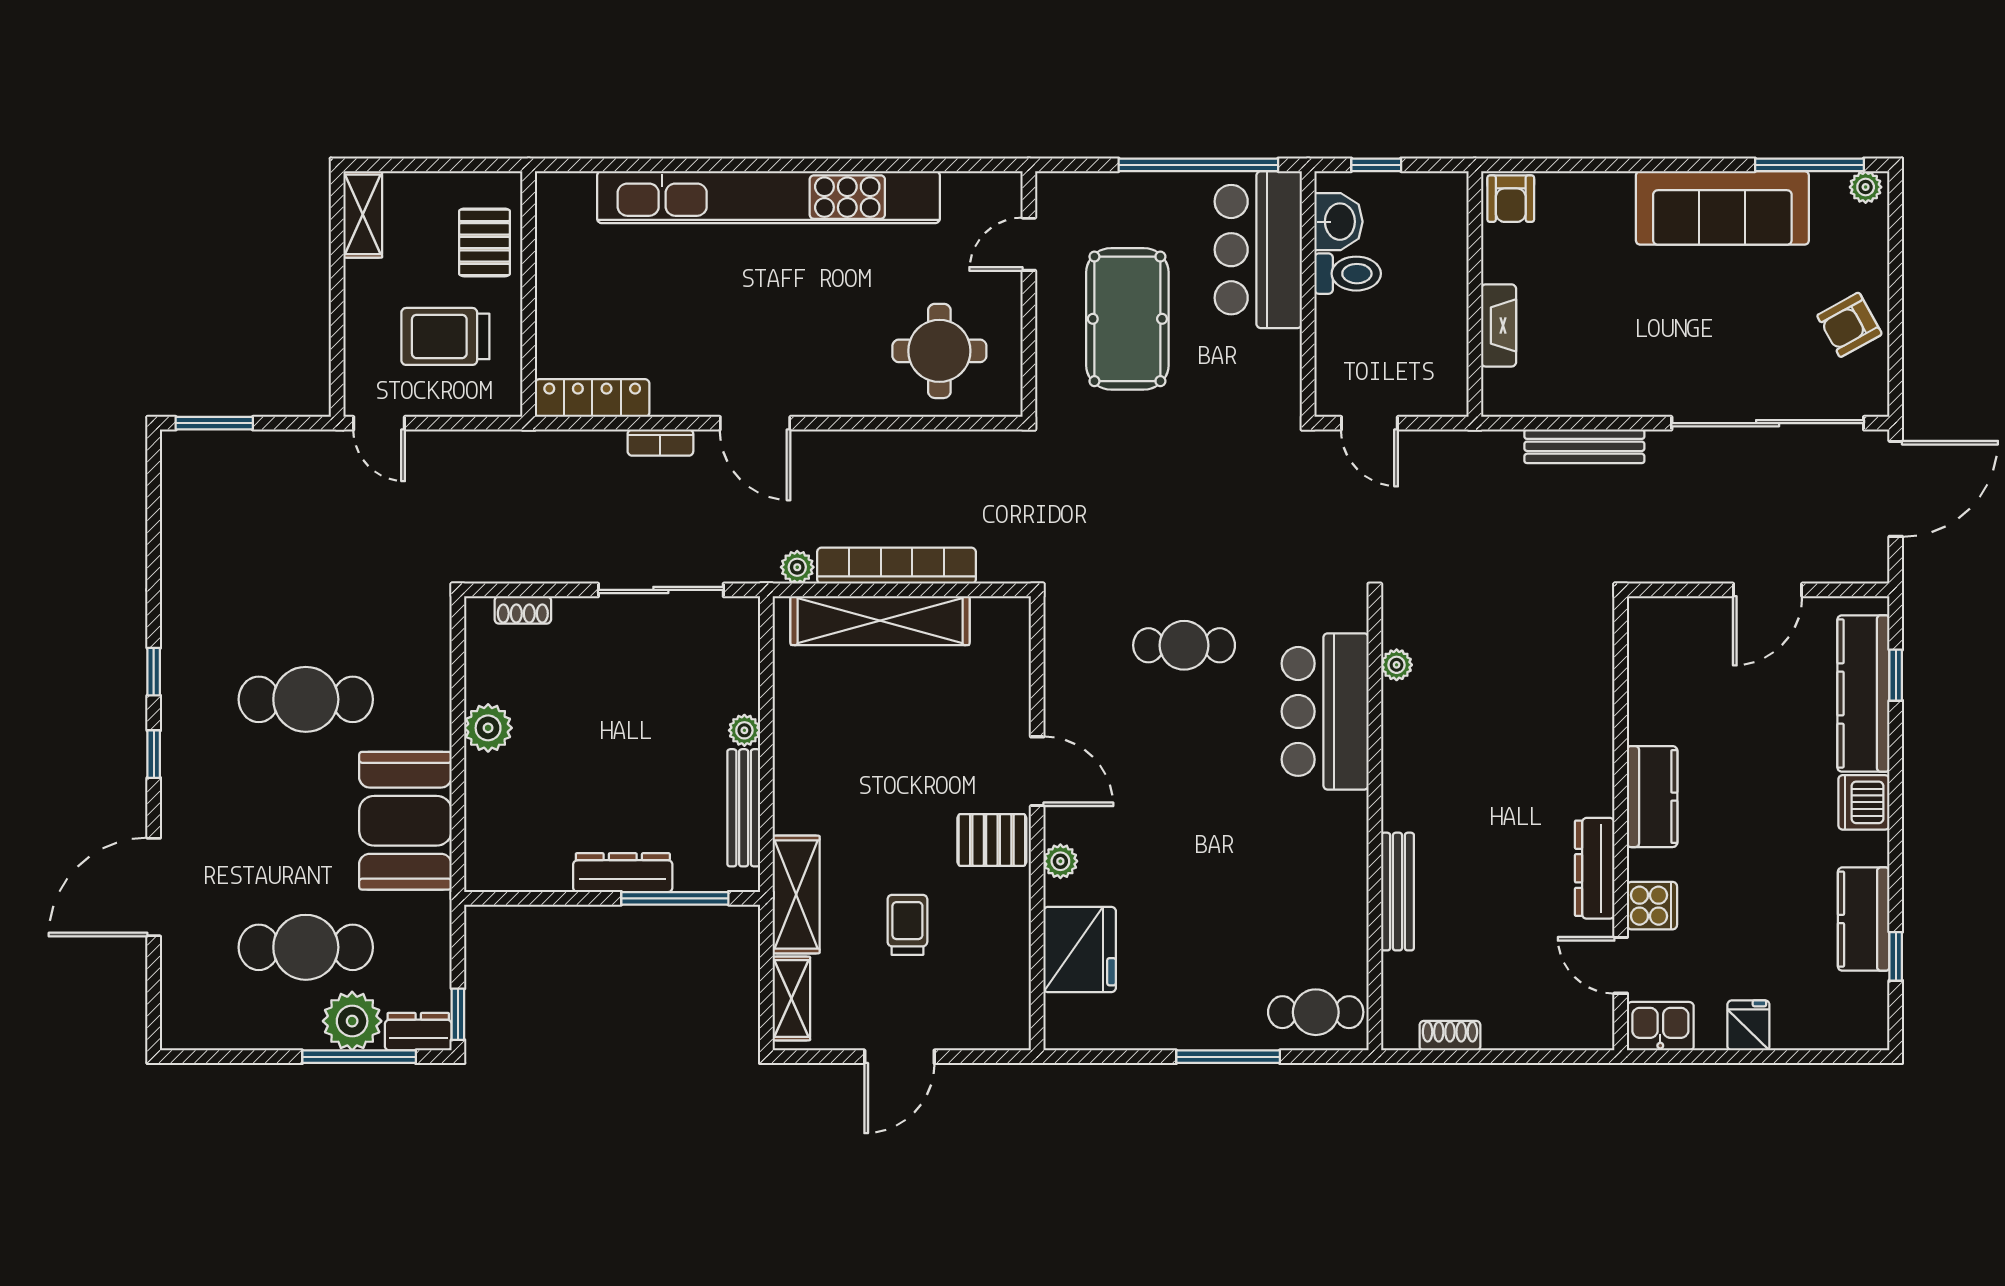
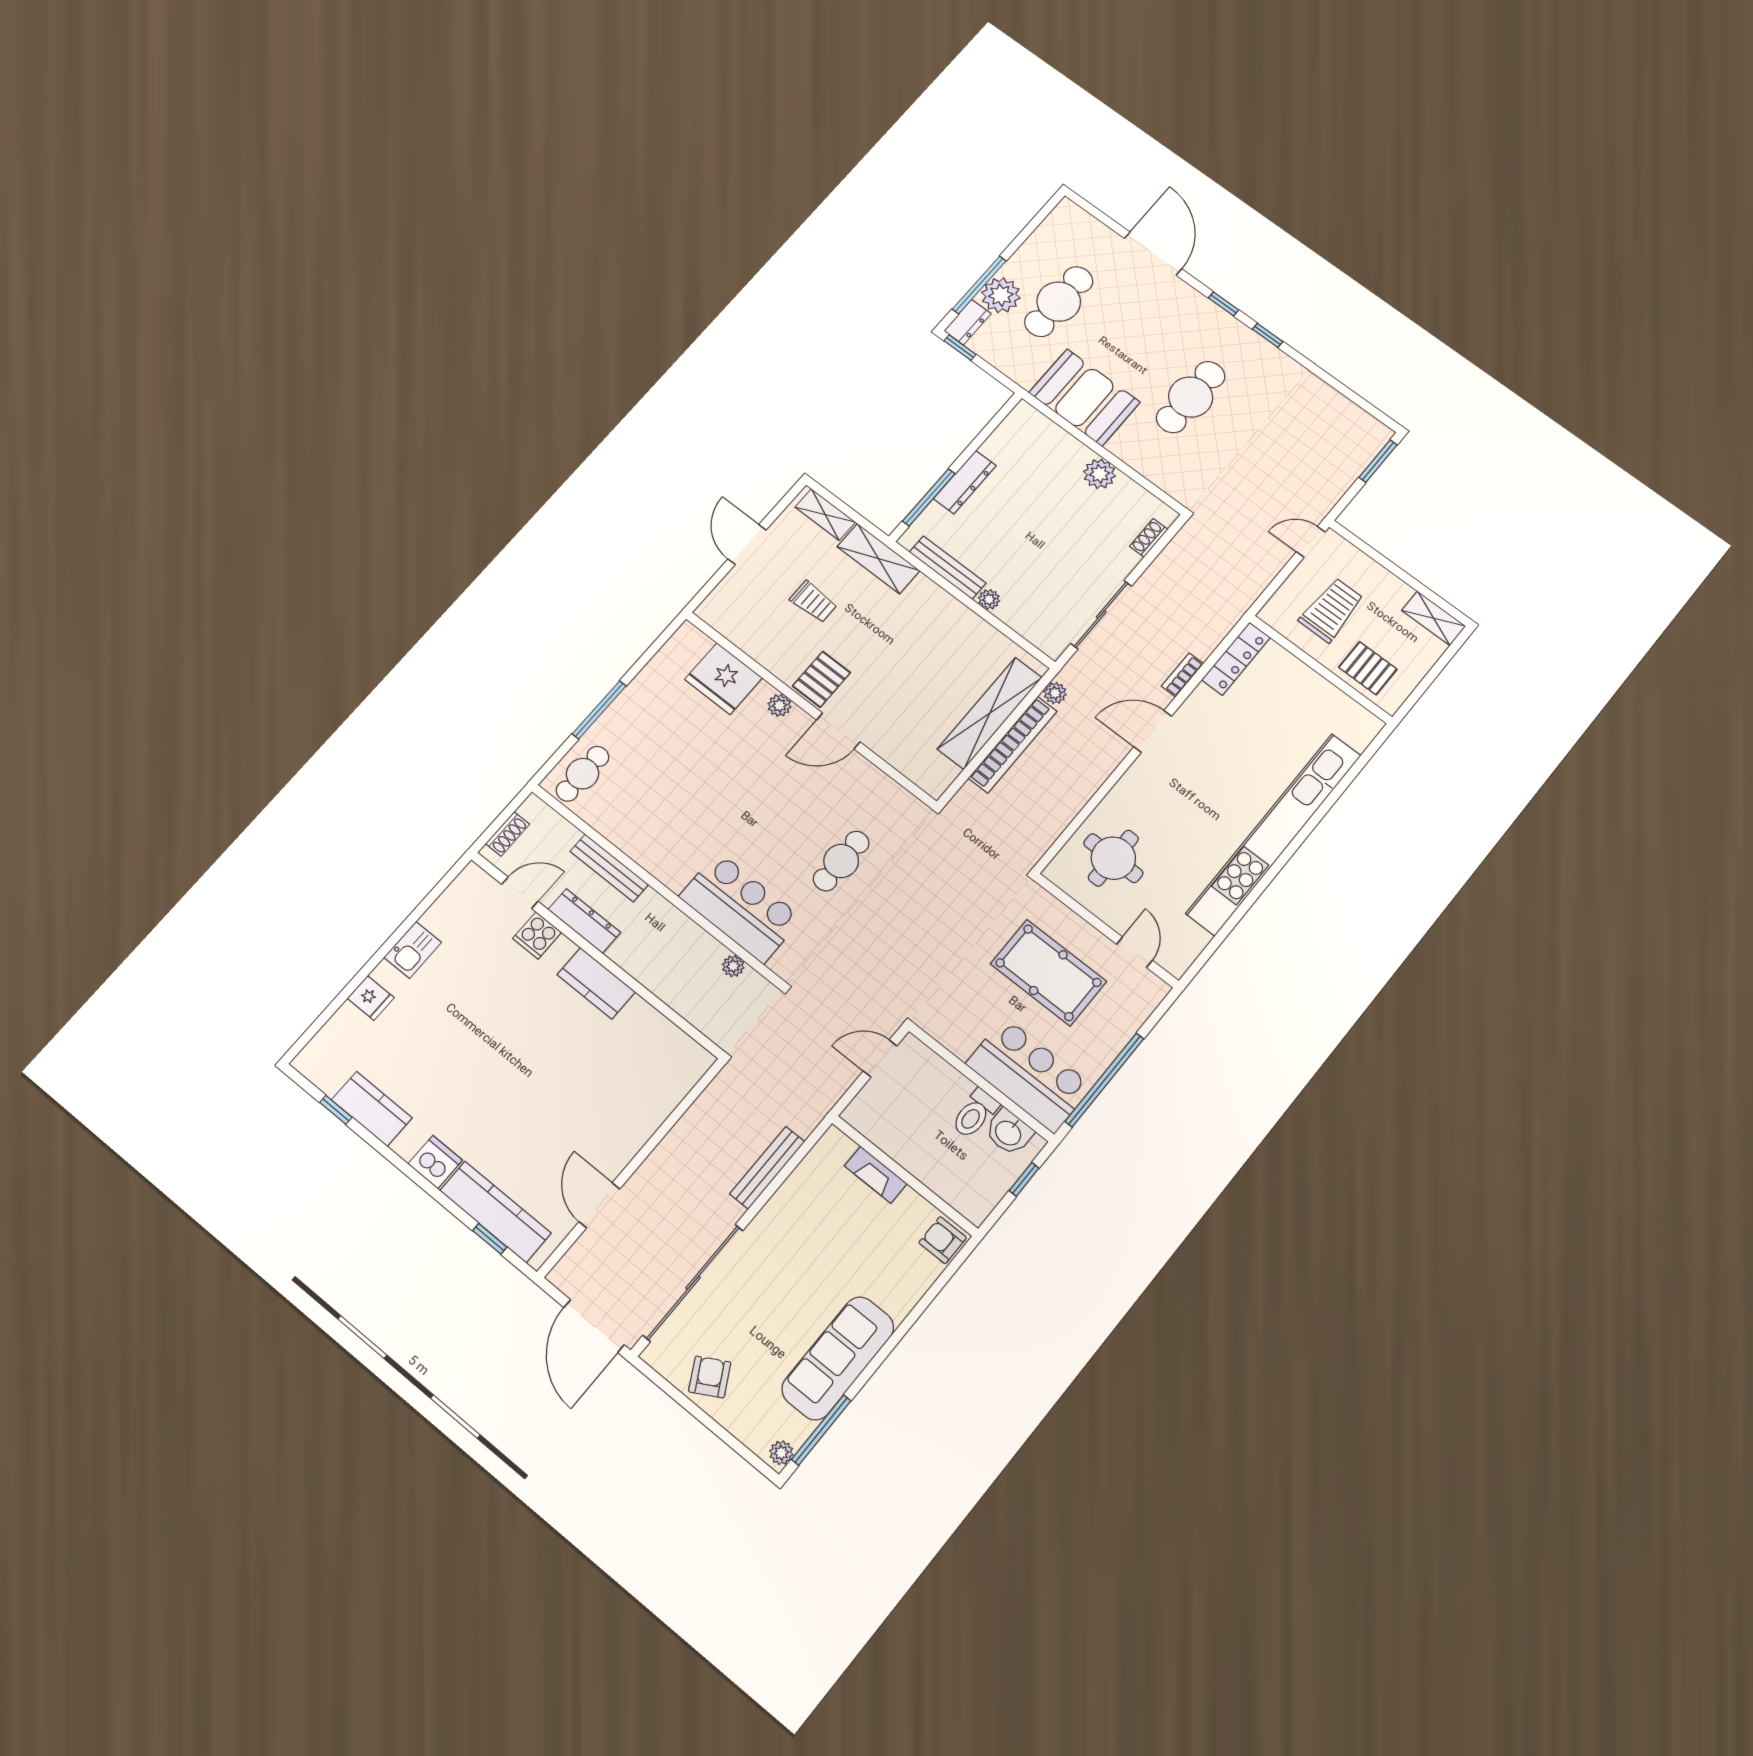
kitchen counter: (1652, 797) -> (596, 983), moved
wall: (1621, 823) -> (596, 954), moved
dresser: (1595, 868) -> (584, 921), moved
cooker: (1652, 906) -> (537, 935), moved
door: (1621, 965) -> (520, 893), moved

